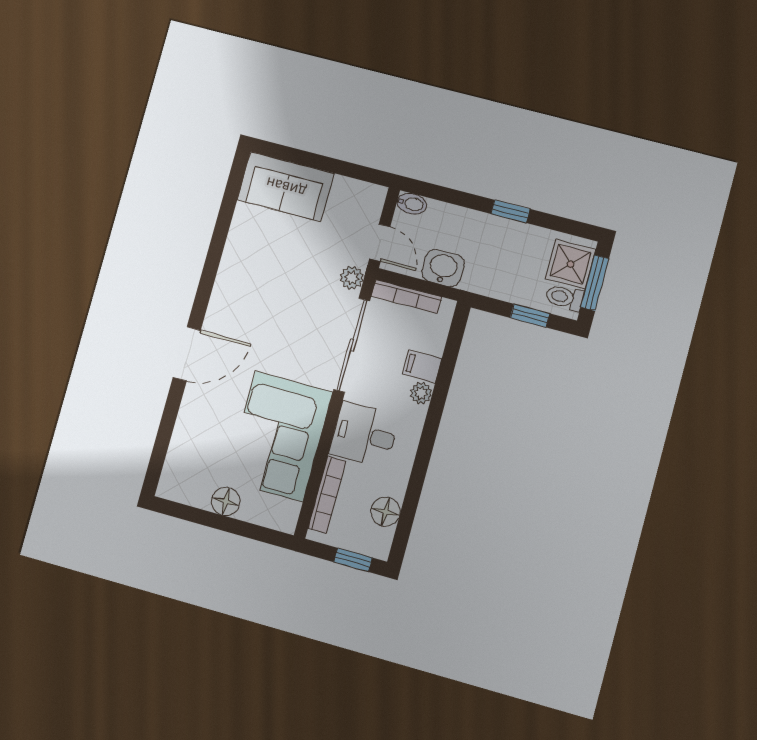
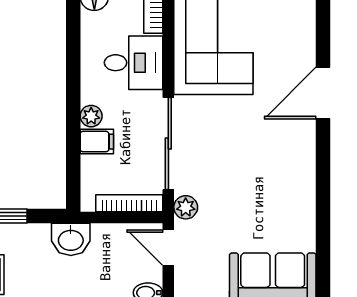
washbasin: (443, 268) -> (71, 239), moved

